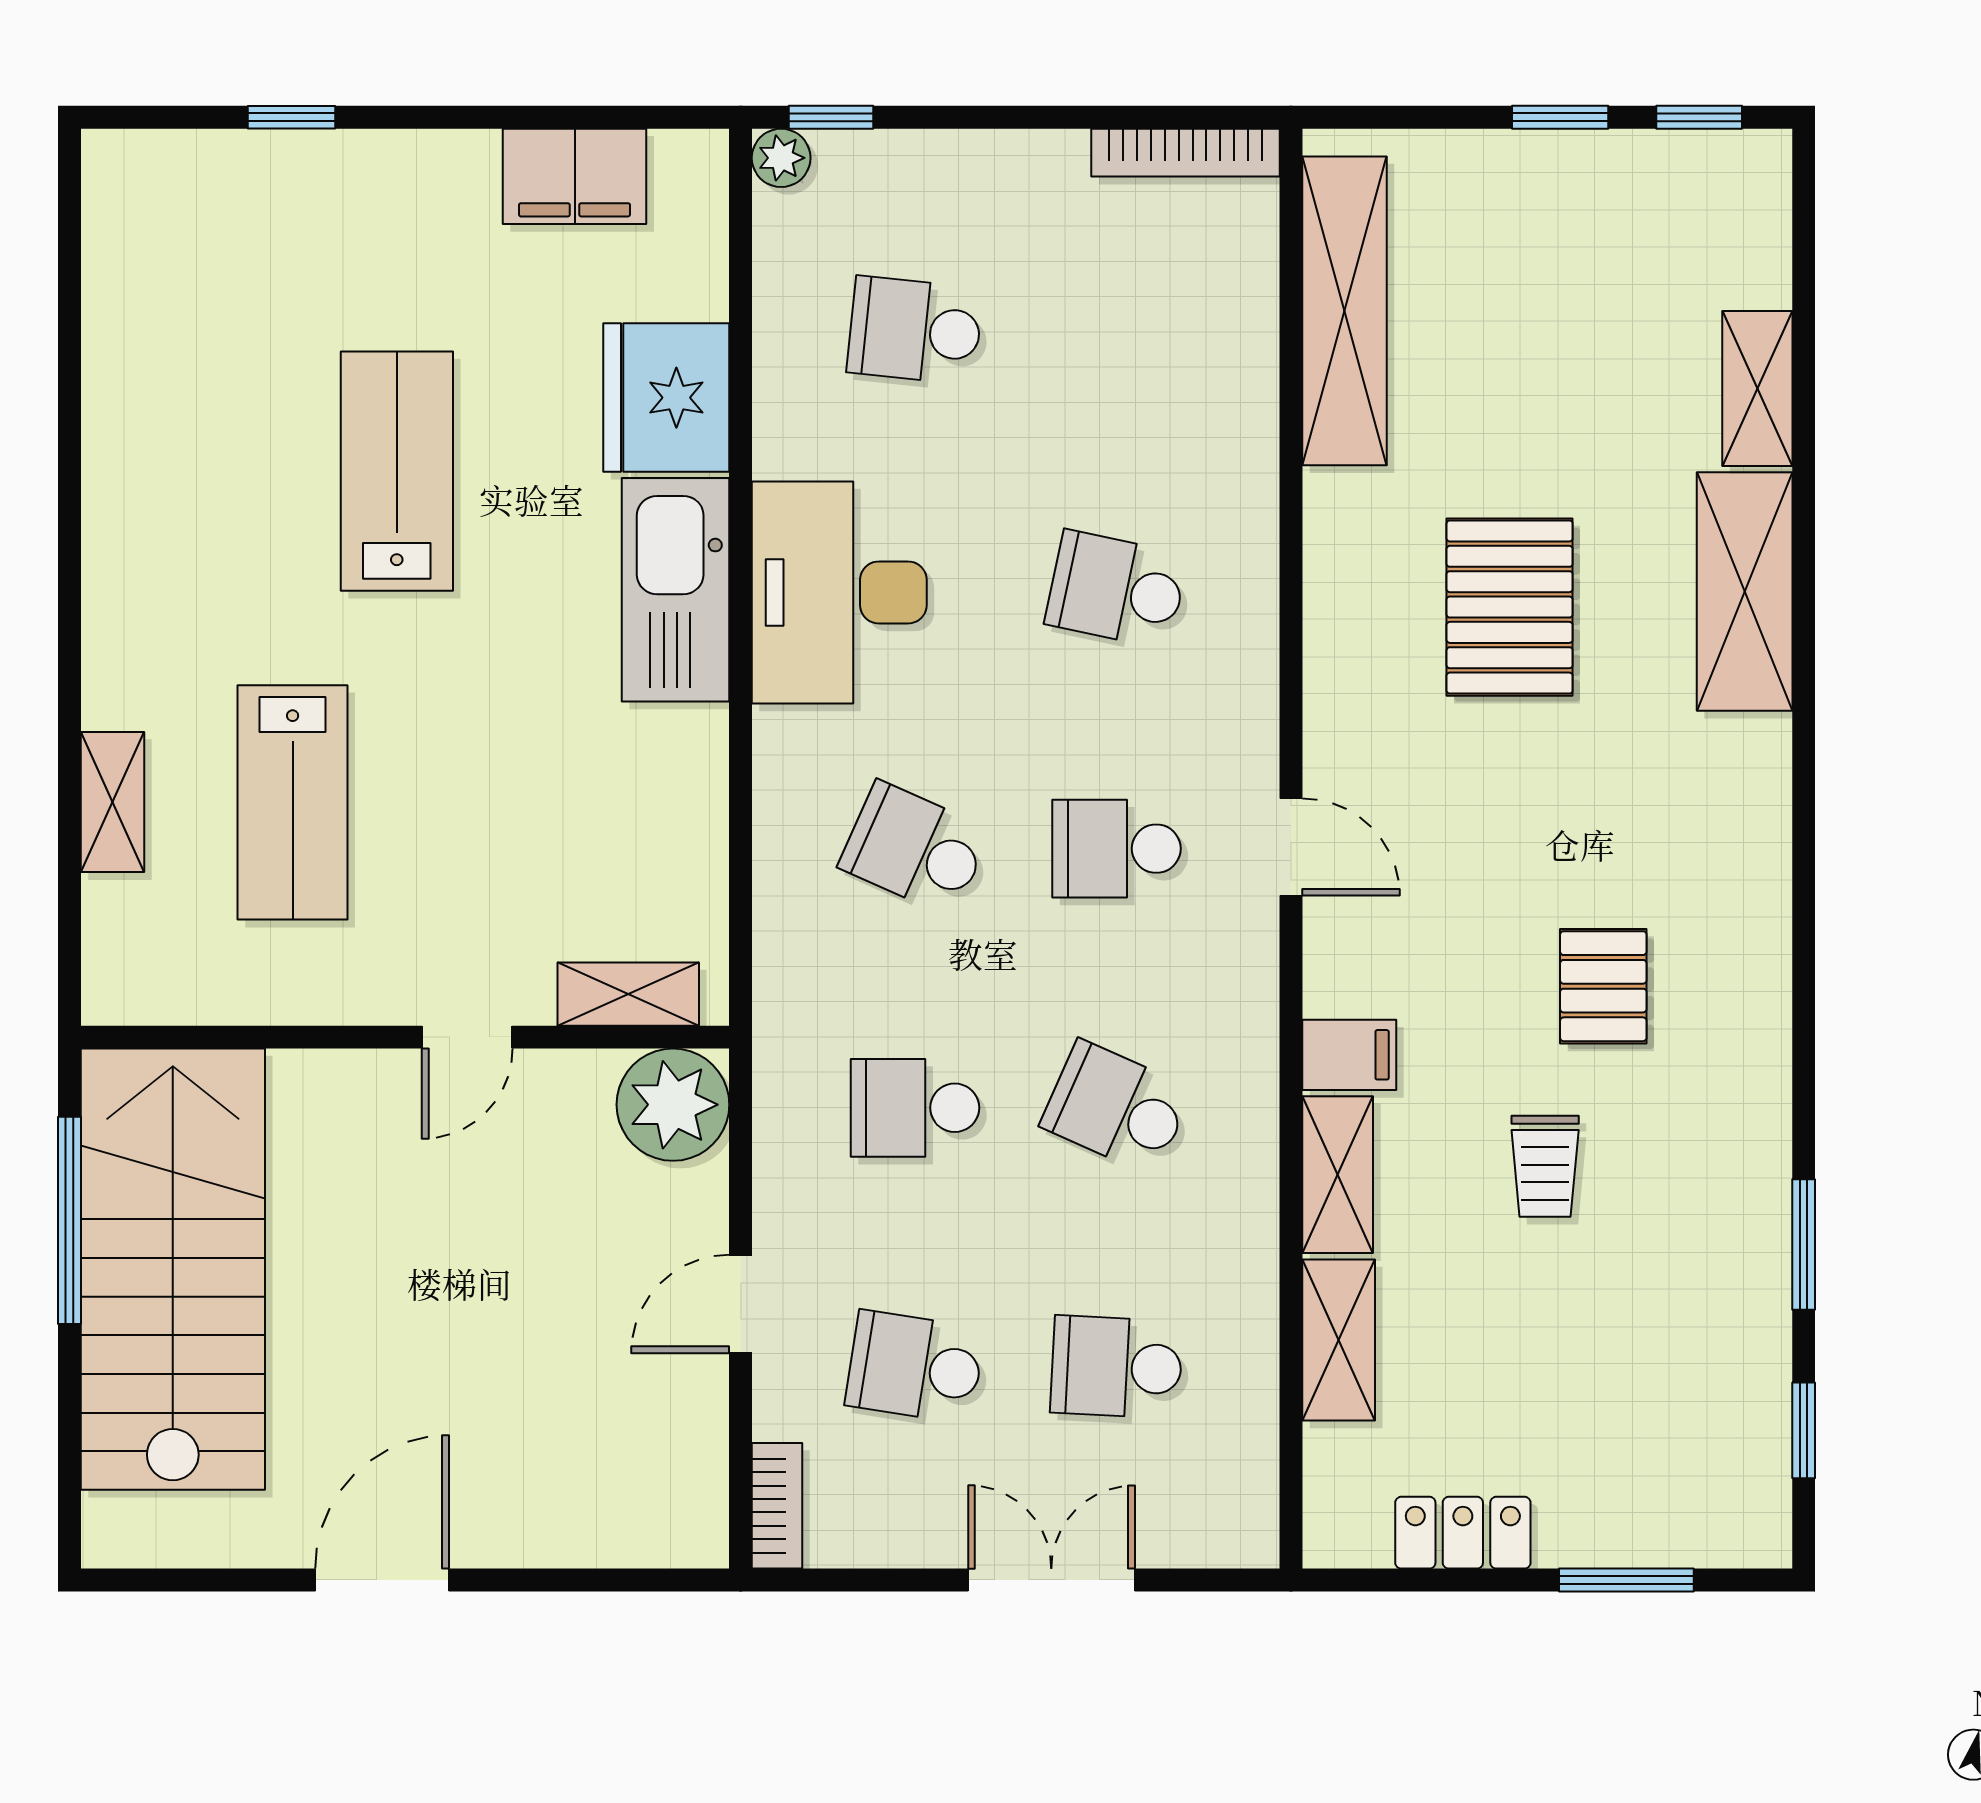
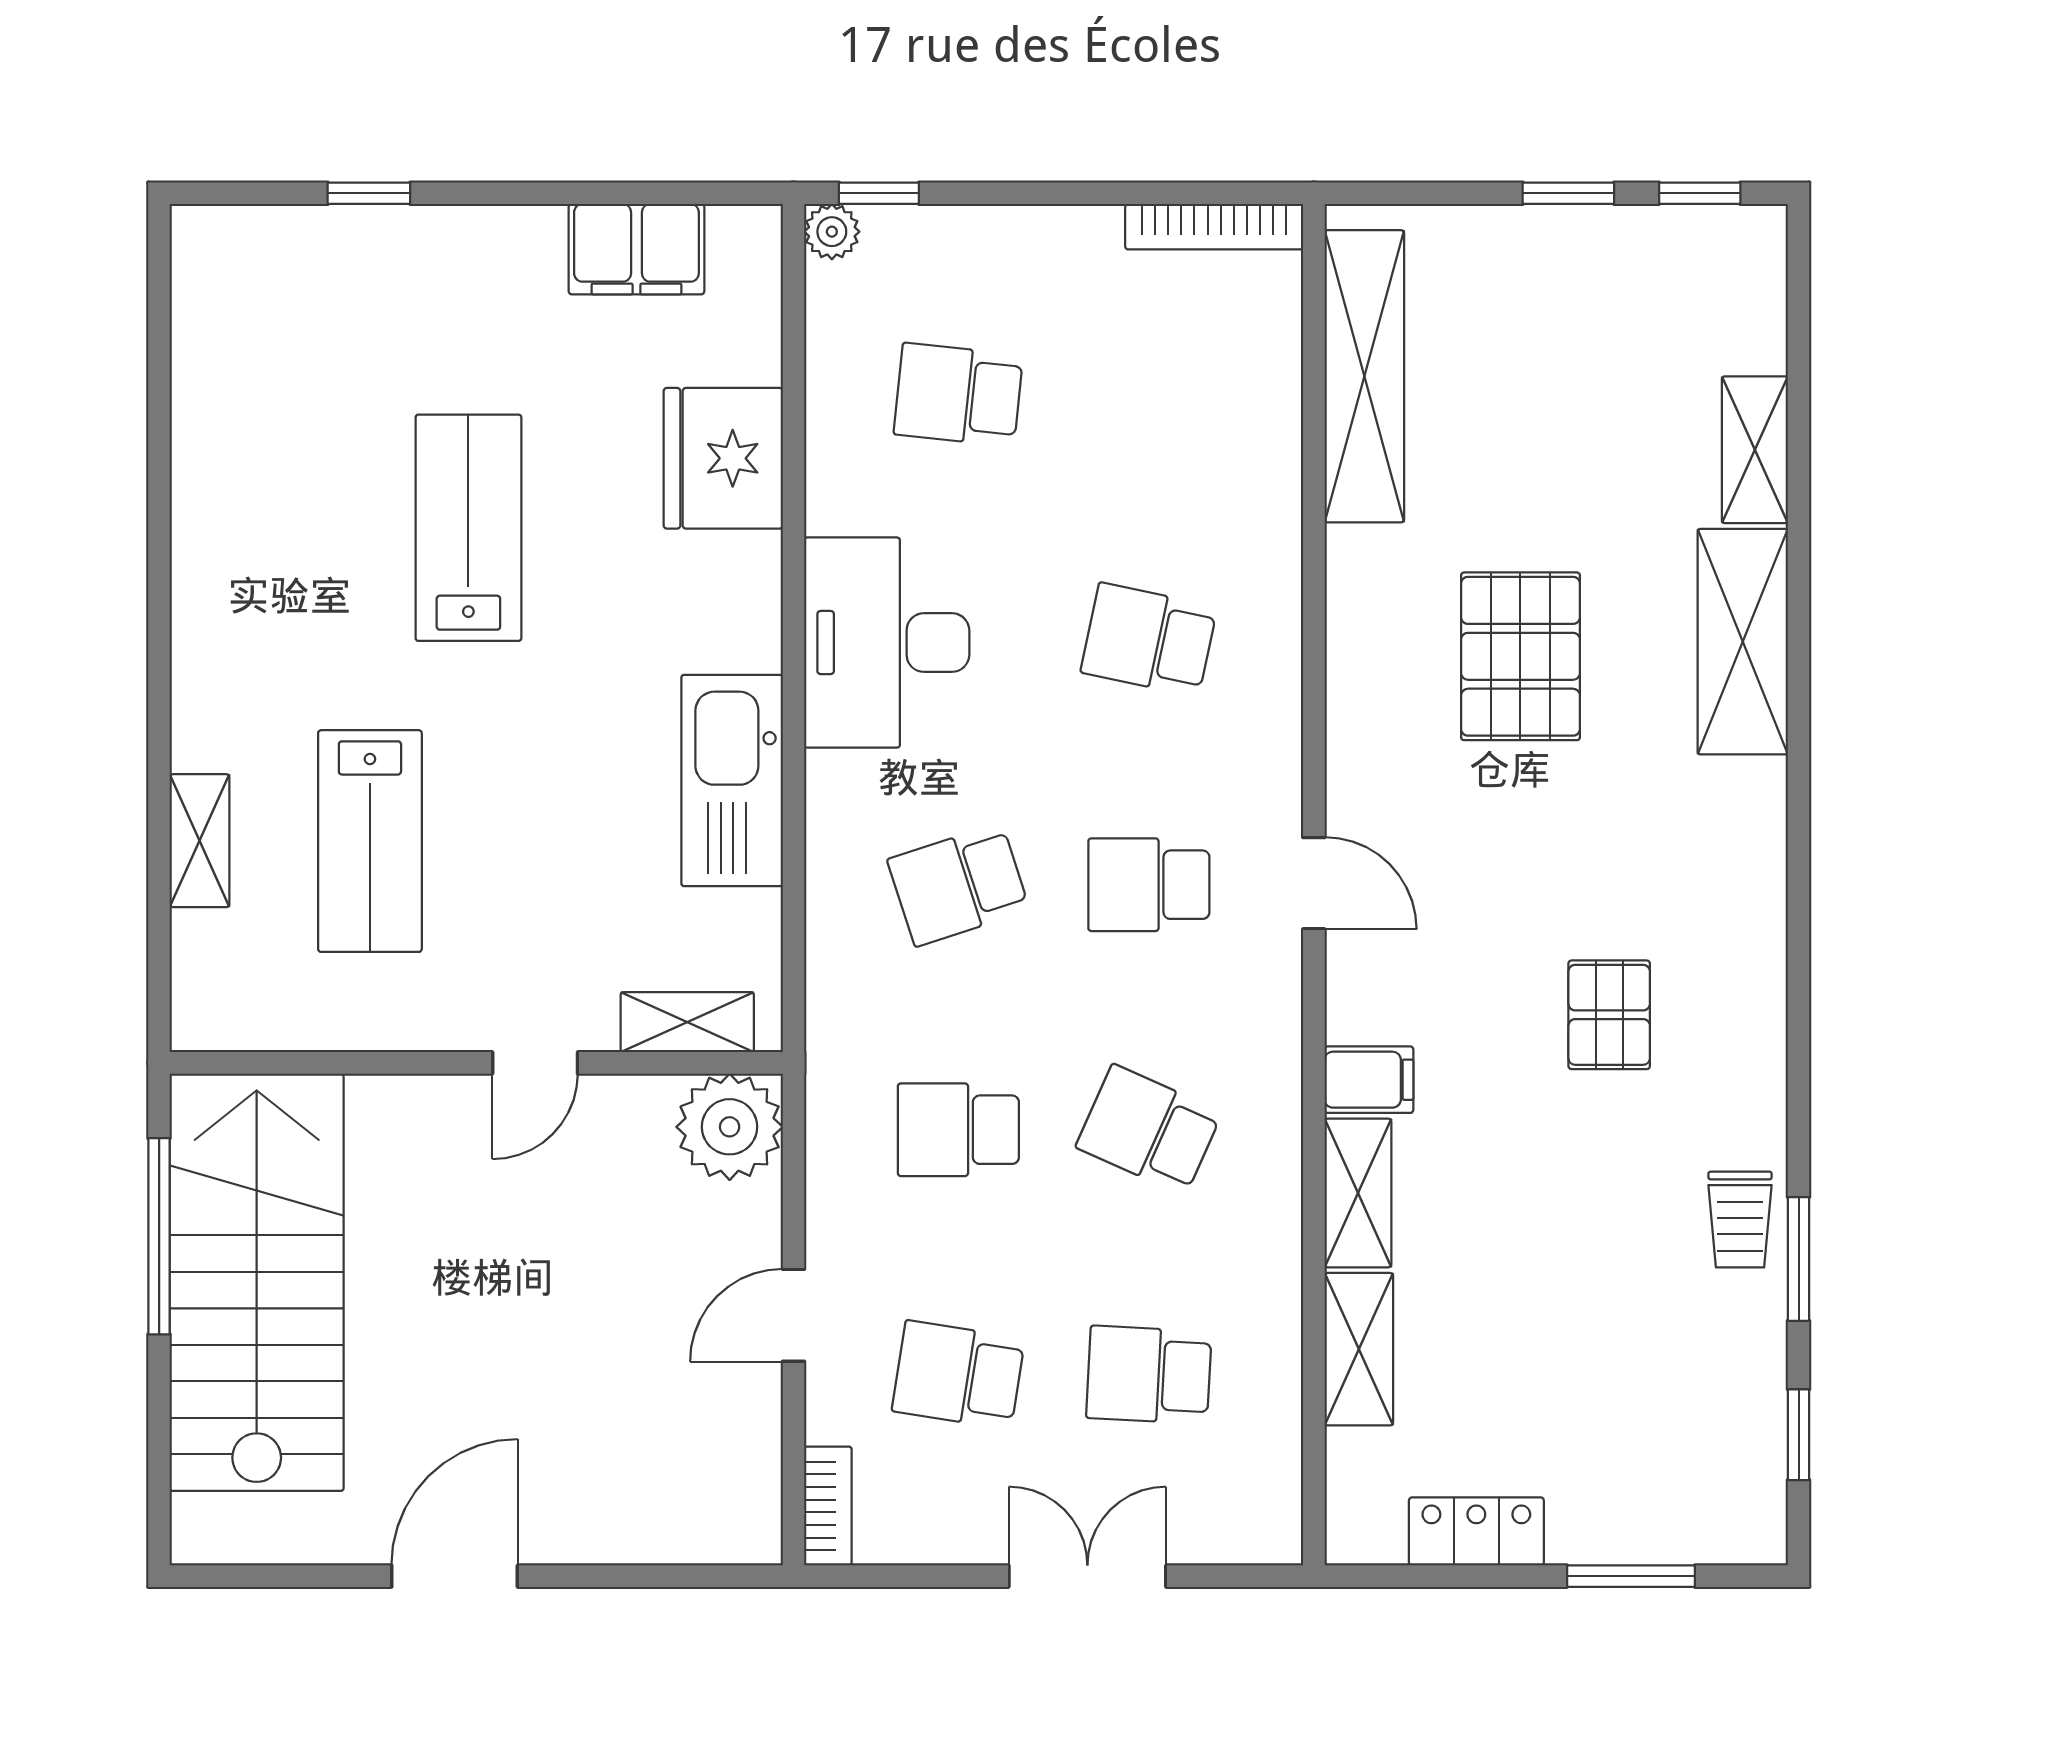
kitchen sink: (676, 590) -> (732, 781), moved
school desk: (915, 849) -> (958, 885), turned -42
trolley: (1545, 1166) -> (1740, 1220), moved

